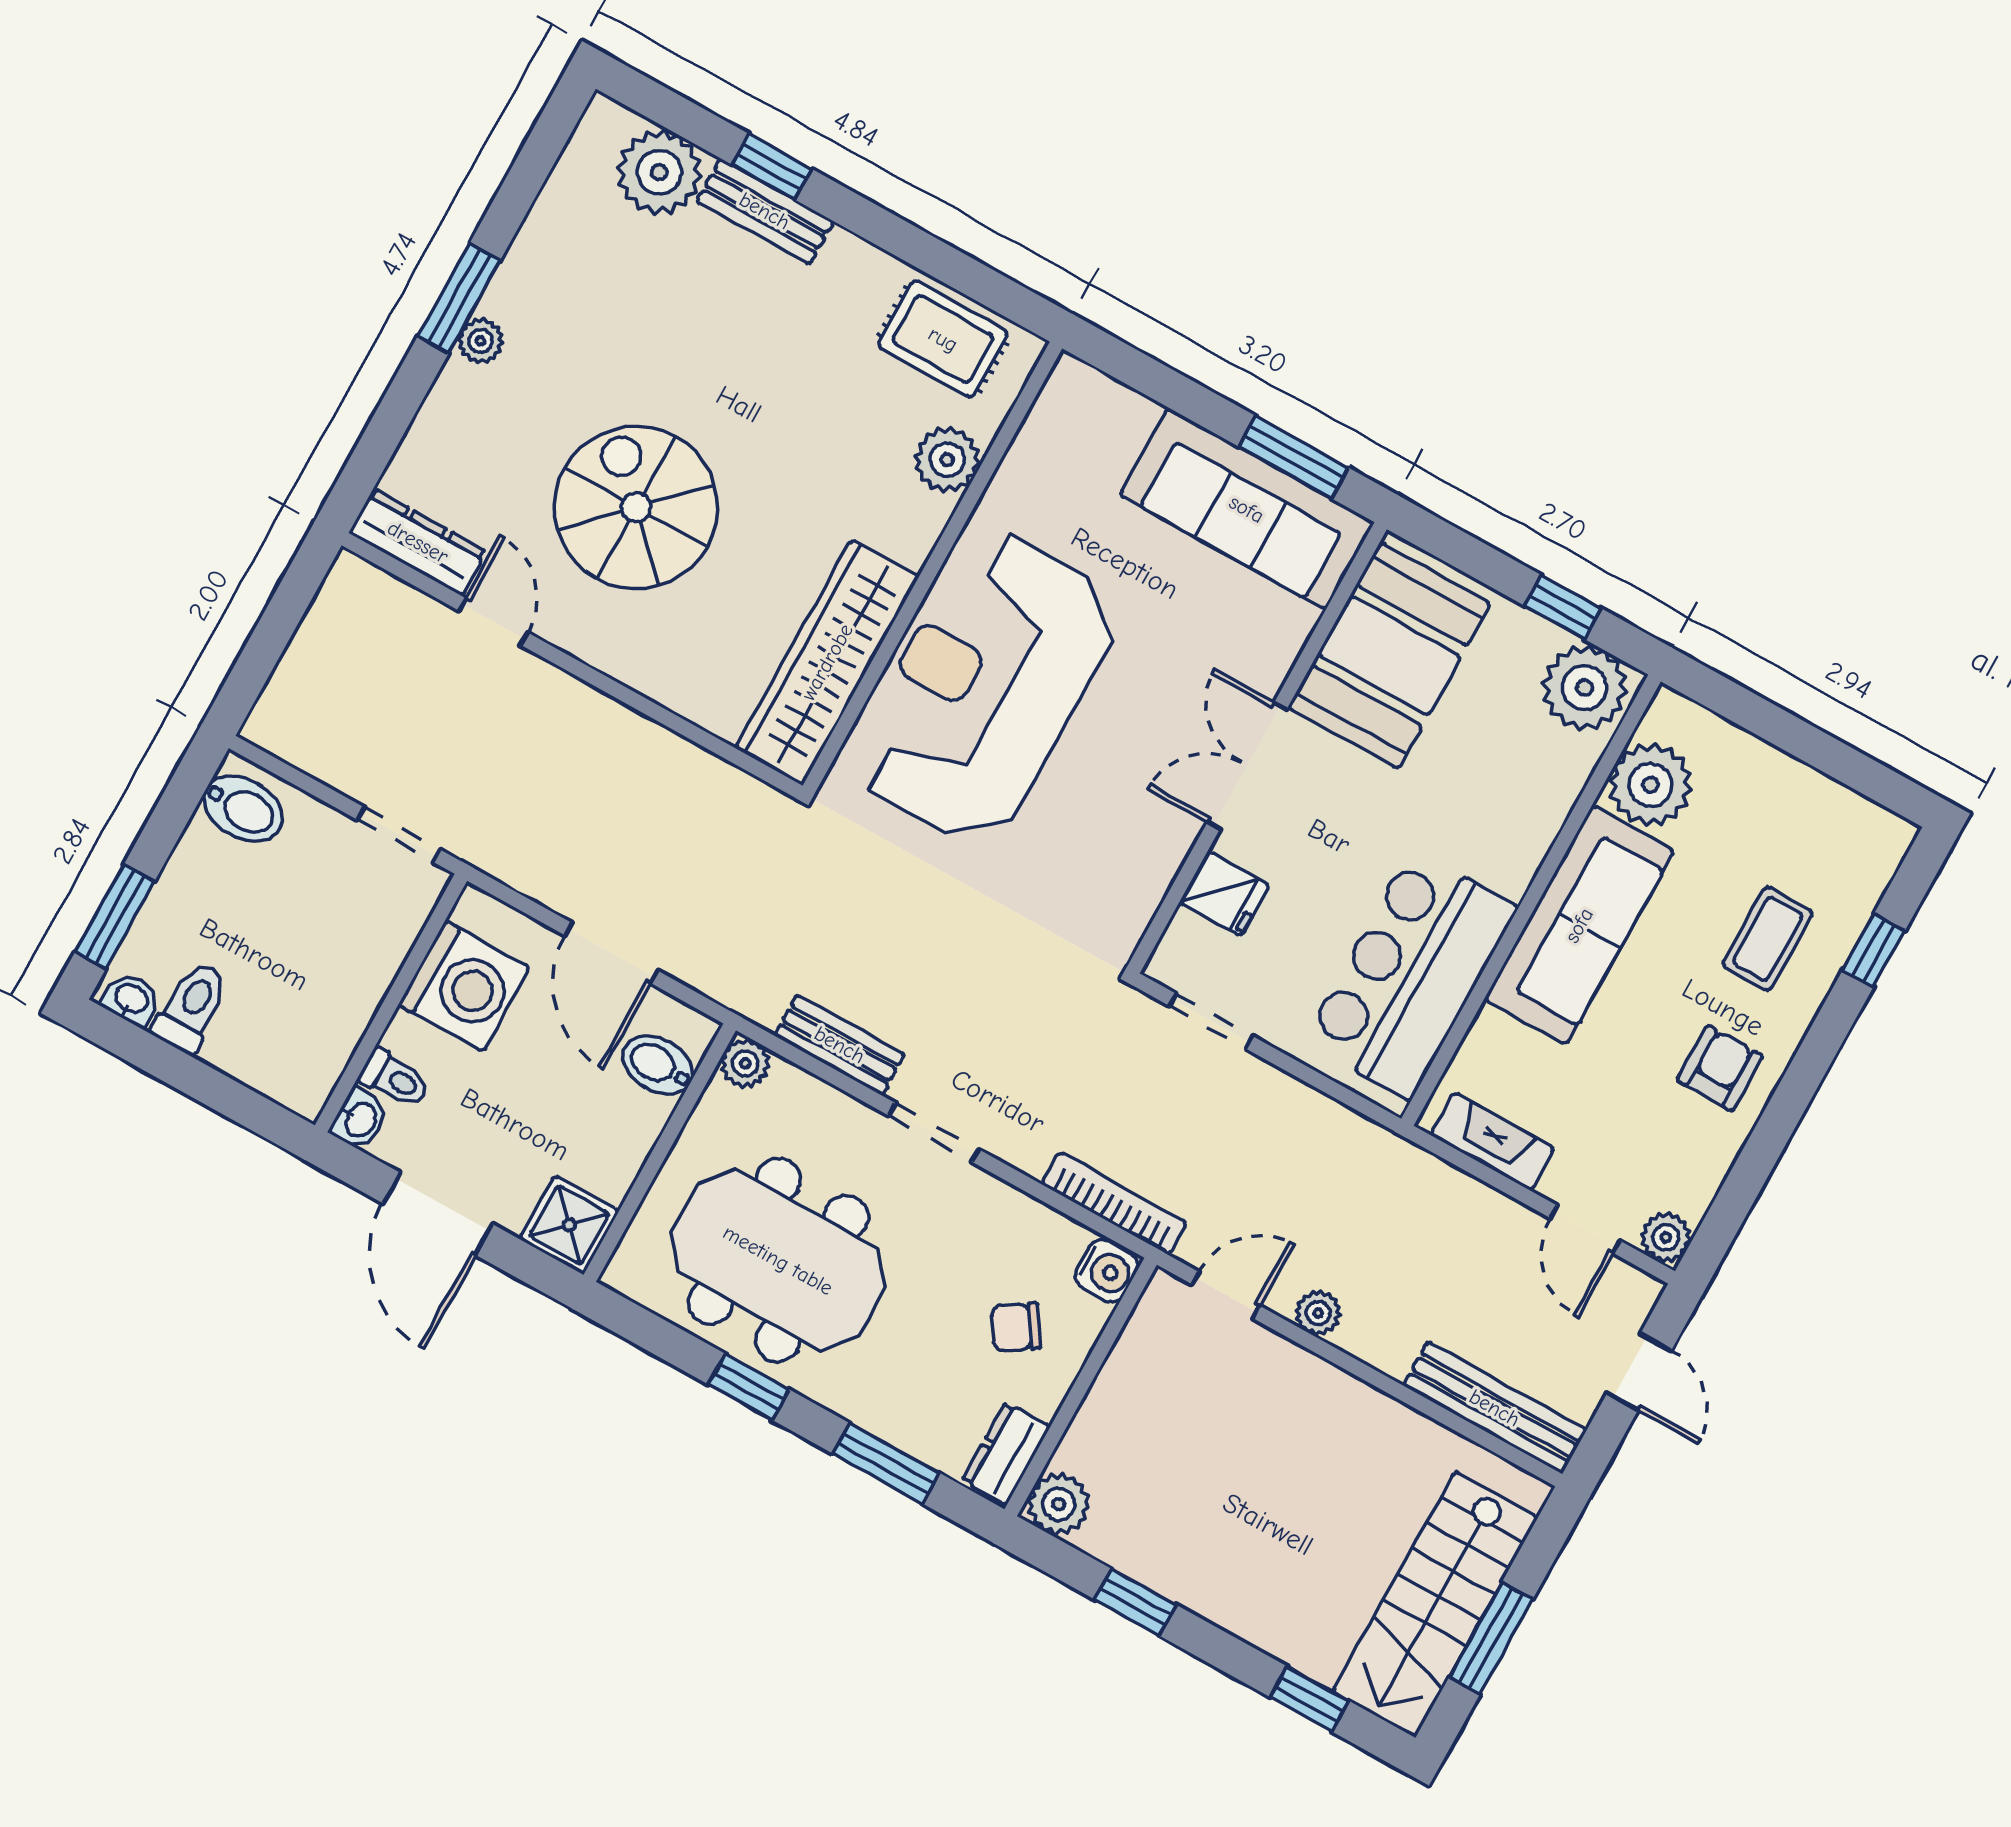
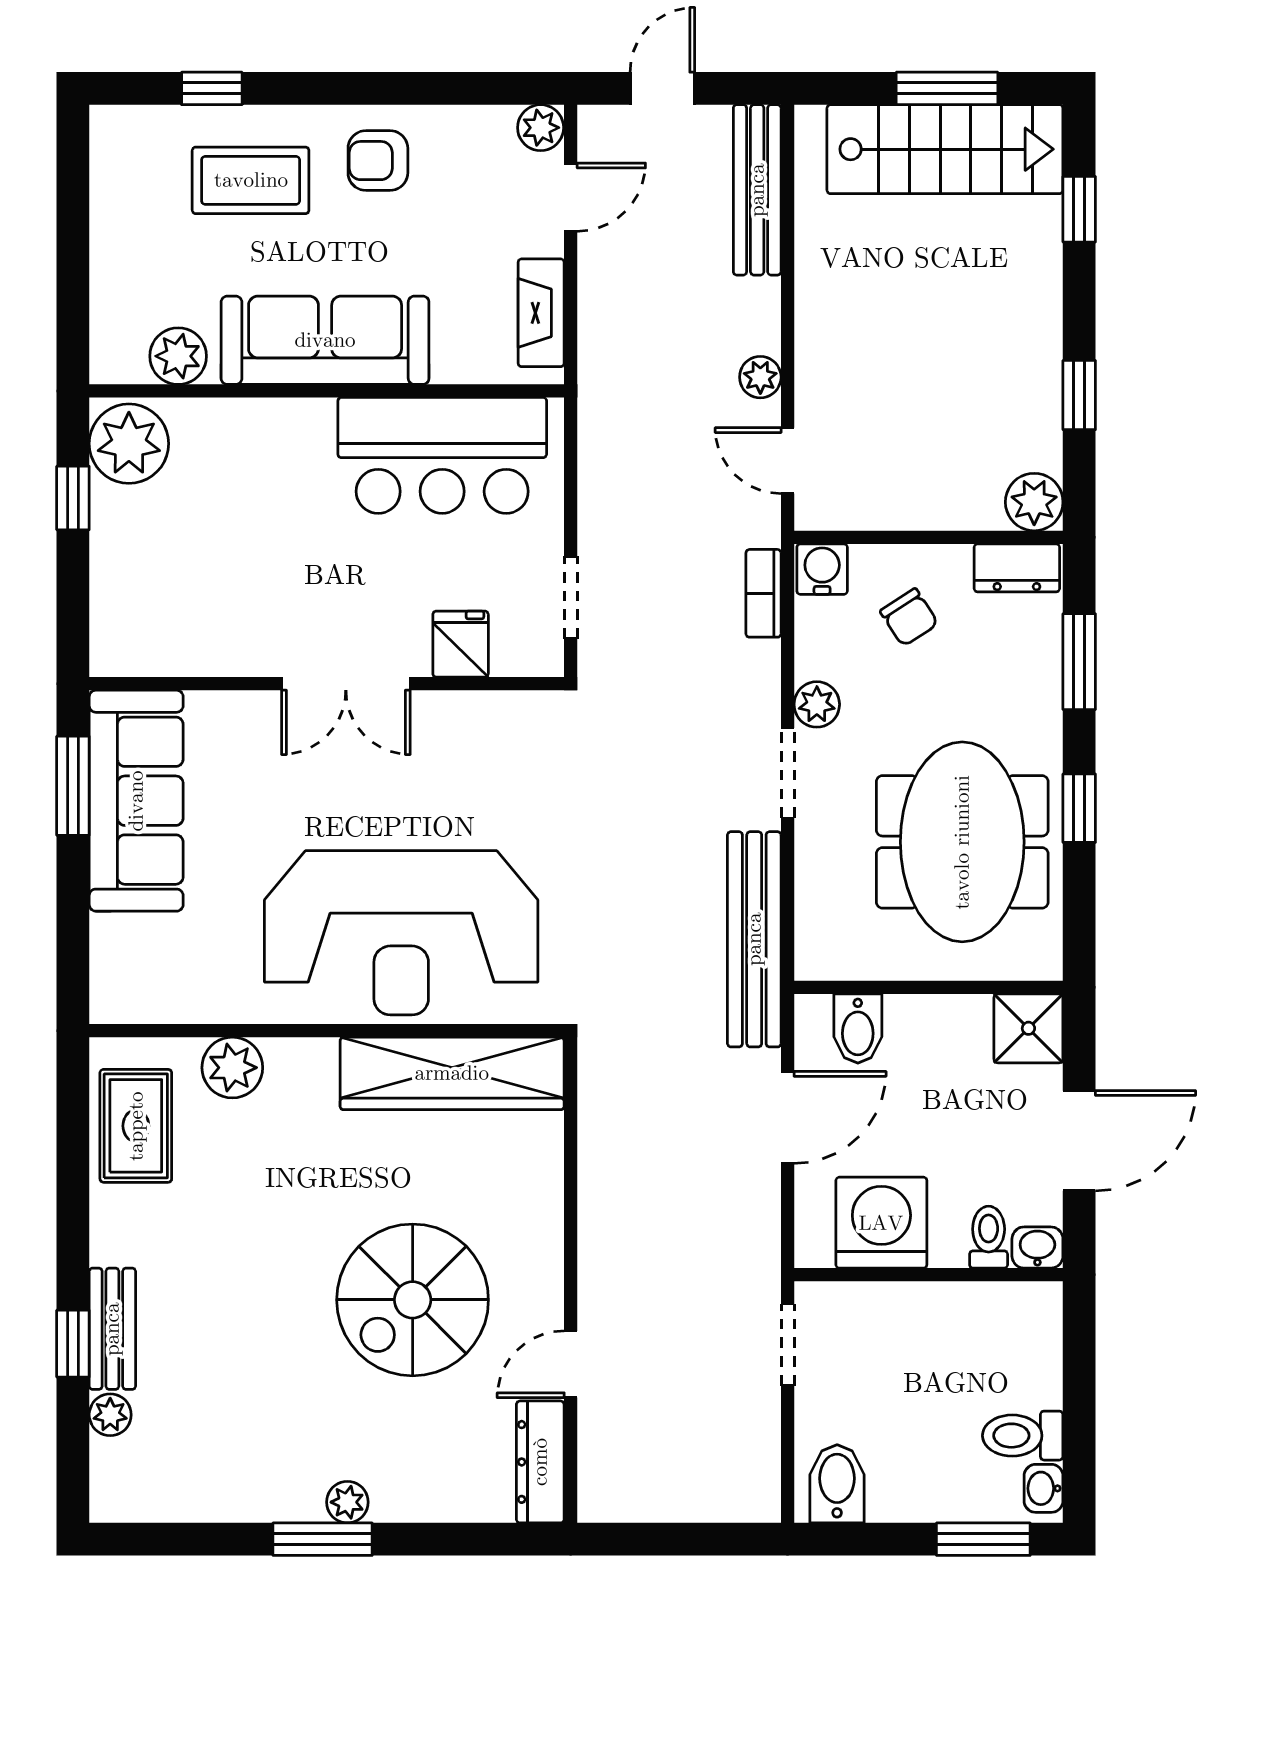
plant: (659, 172) -> (110, 1415), width x0.53, depth x0.53
booth: (1389, 656) -> (191, 618), removed
plant: (1651, 785) -> (178, 356), width x0.73, depth x0.73
coffee table: (1768, 939) -> (251, 180), width x1.36, depth x1.30
bench: (840, 1045) -> (754, 939), width x1.86, depth x1.21
plant: (745, 1063) -> (817, 704), moved
bookcase: (1114, 1203) -> (763, 593), width x0.64

